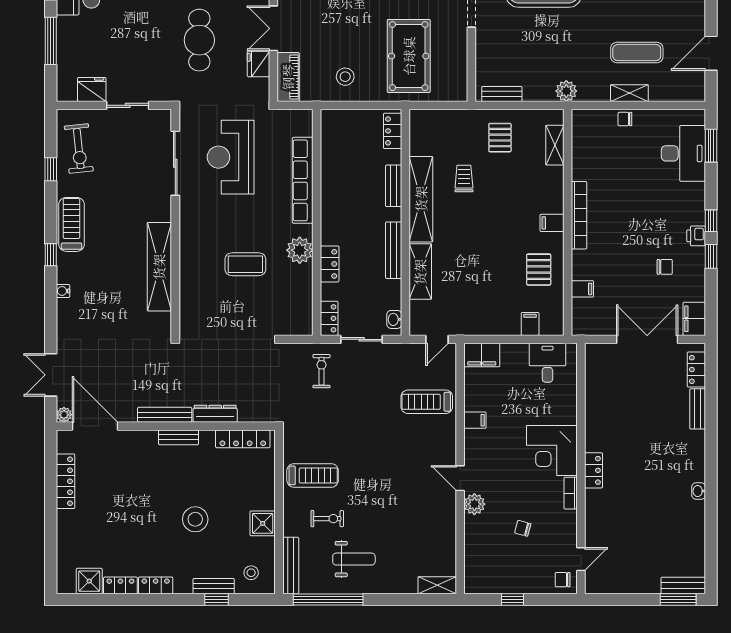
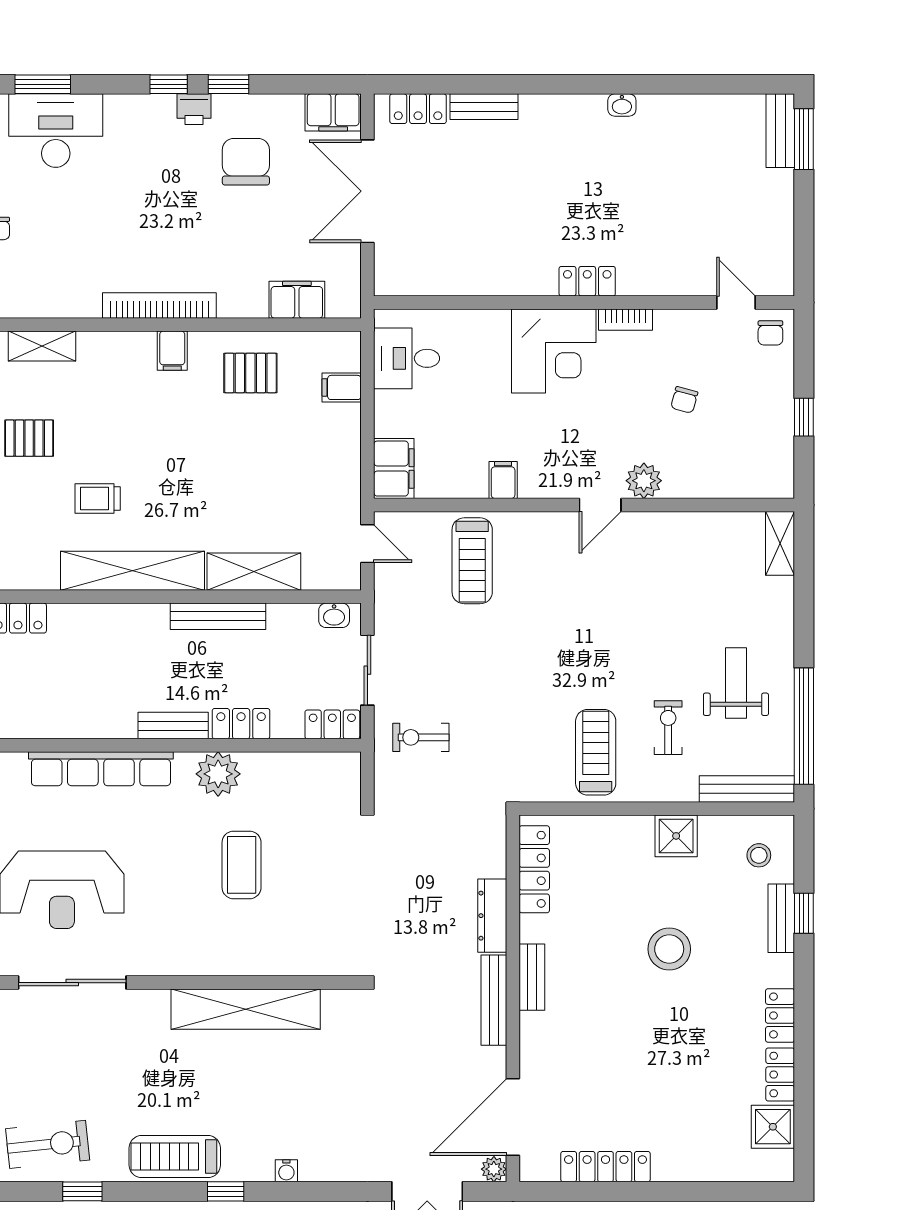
bench: (394, 186) -> (173, 726), moved
chair: (665, 267) -> (246, 162), width x1.87, depth x1.87
filing cabinet: (582, 289) -> (297, 300), width x2.00

